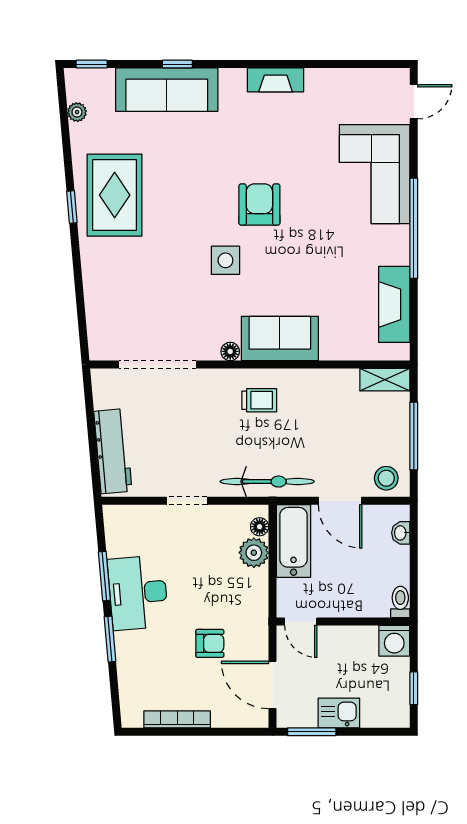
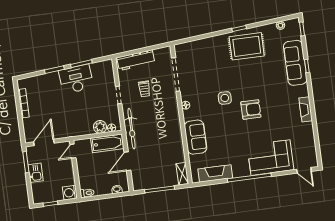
sofa: (280, 339) -> (196, 137), moved
trolley: (259, 400) -> (144, 89), moved
stool: (386, 478) -> (140, 180), removed
armchair: (210, 643) -> (58, 113), removed

